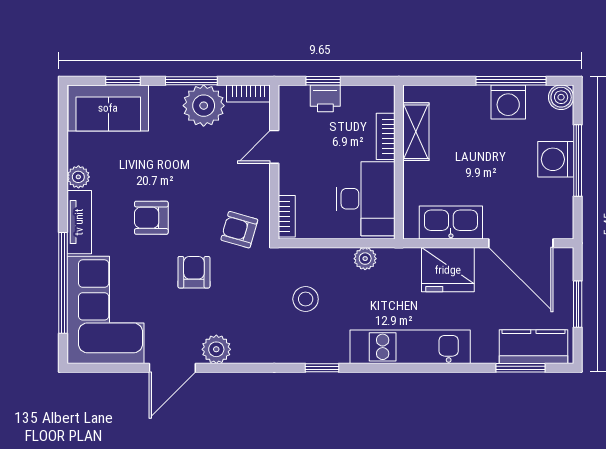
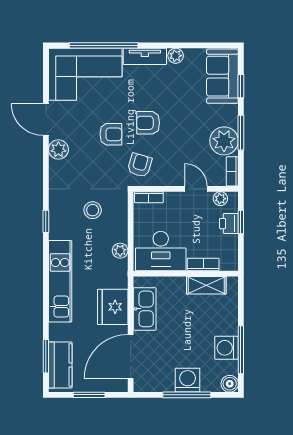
plant: (289, 111) -> (220, 199), added
armchair: (151, 218) -> (148, 123), moved, turned -90

